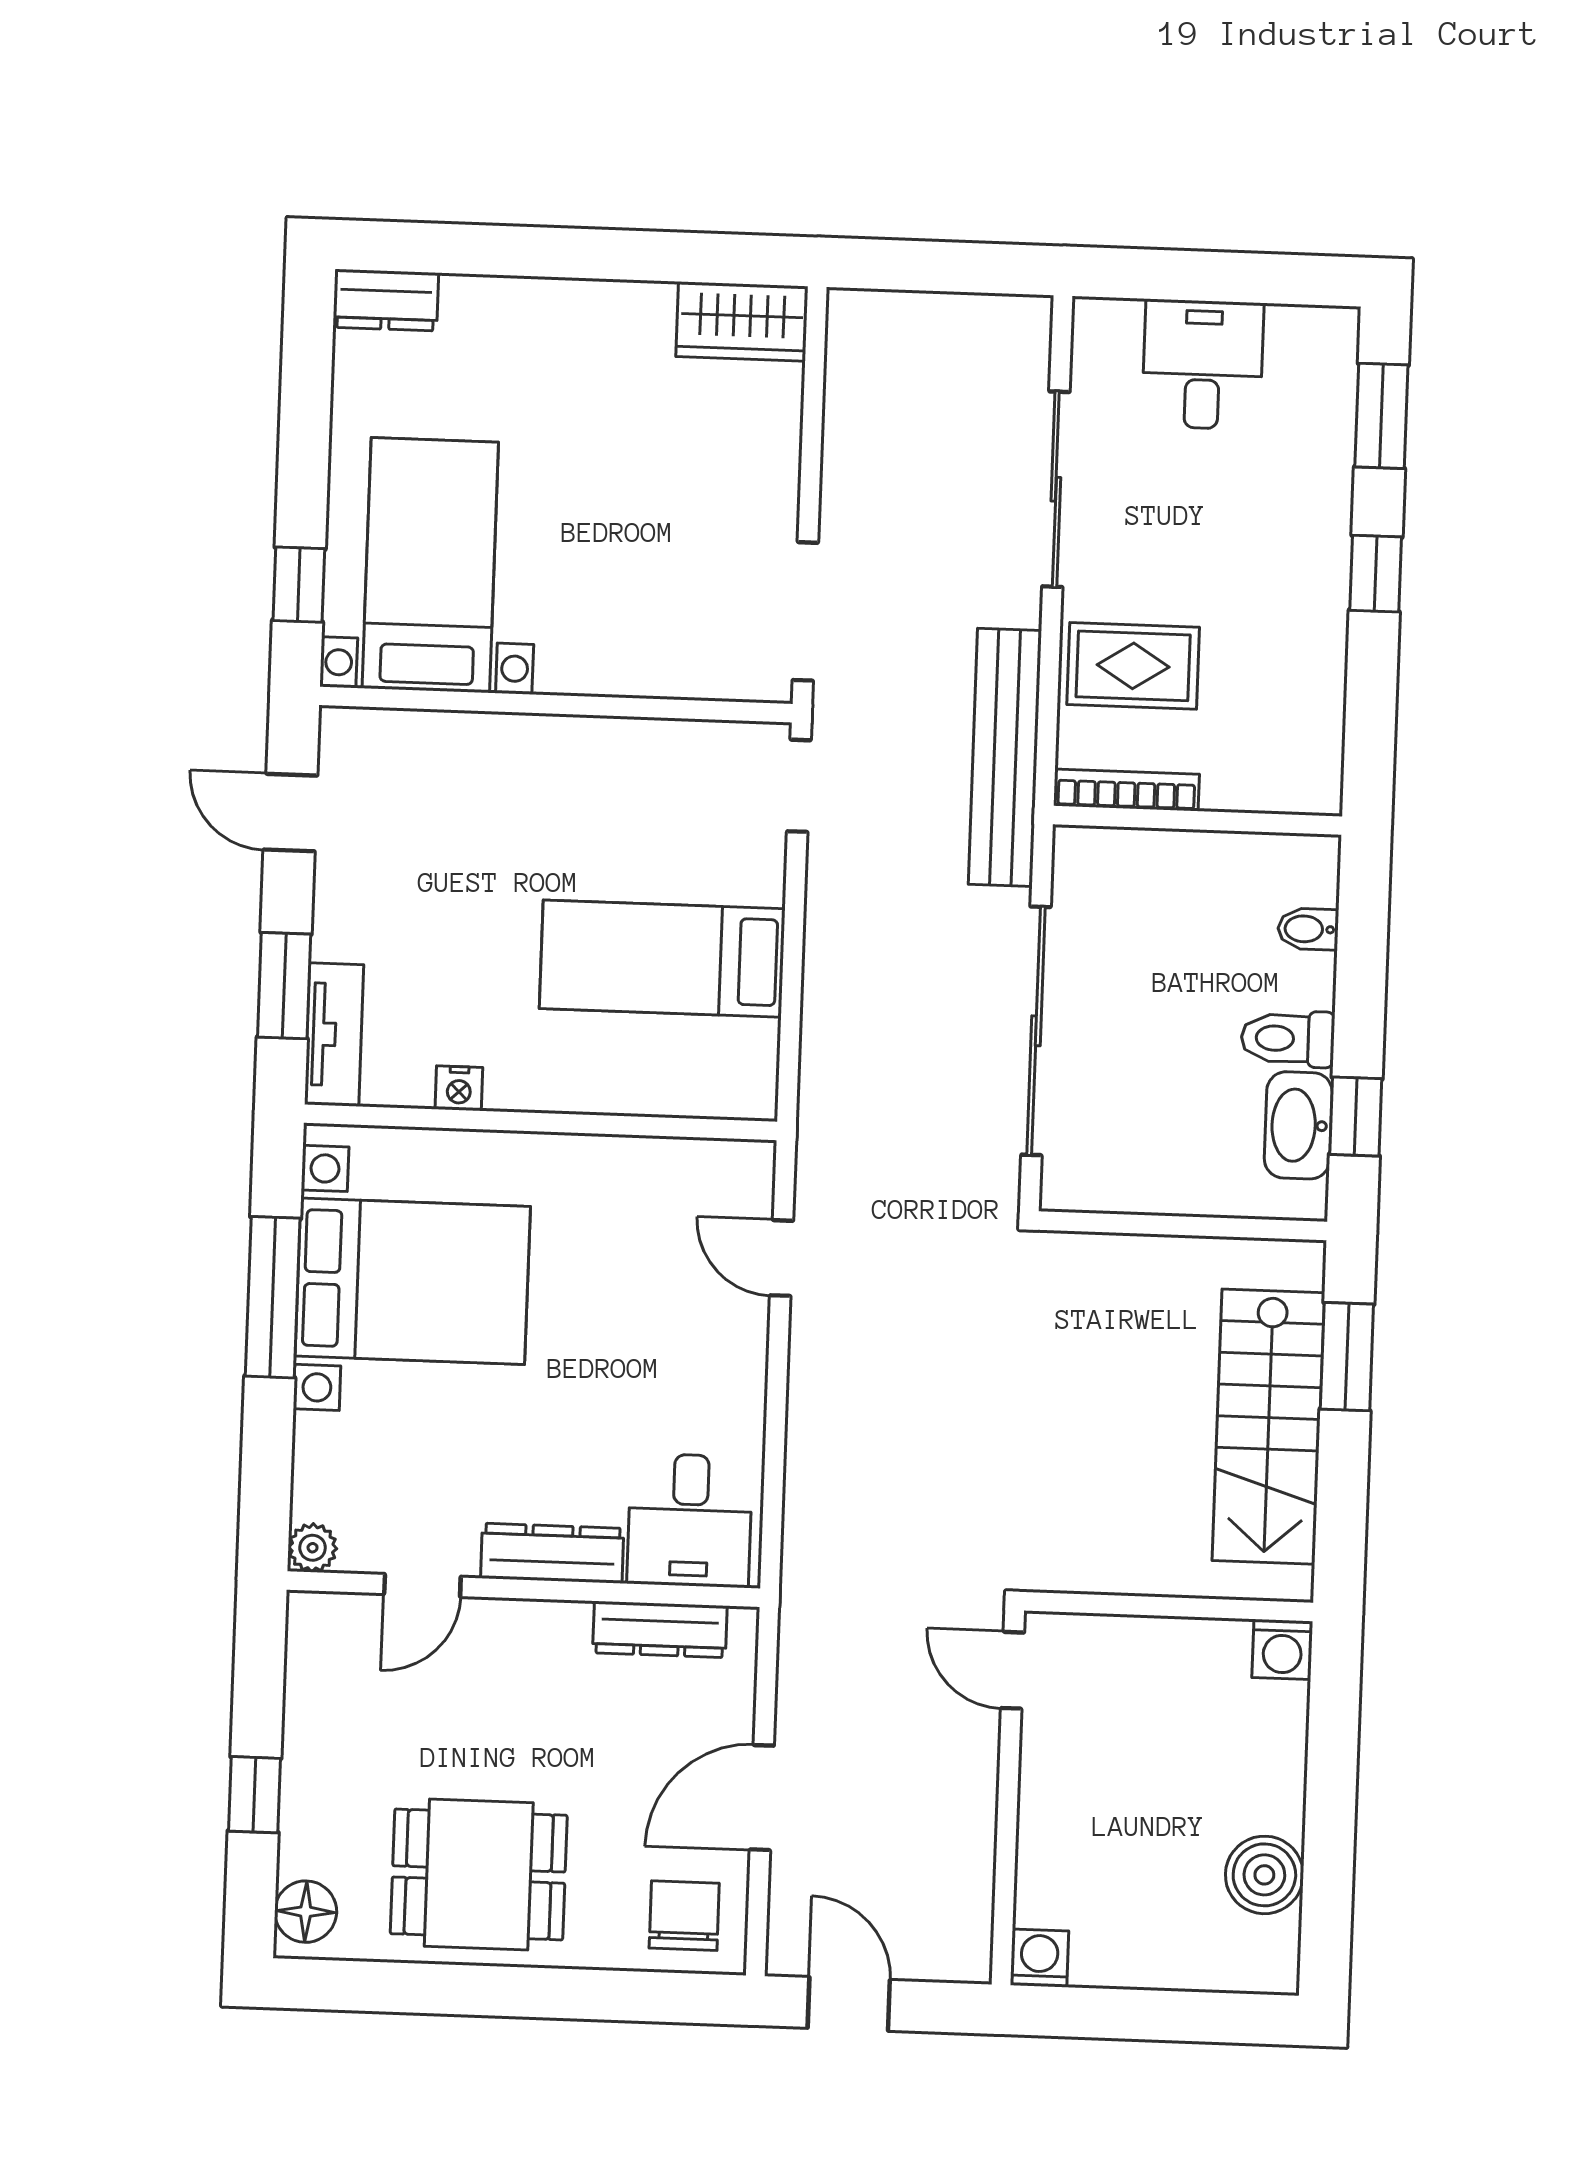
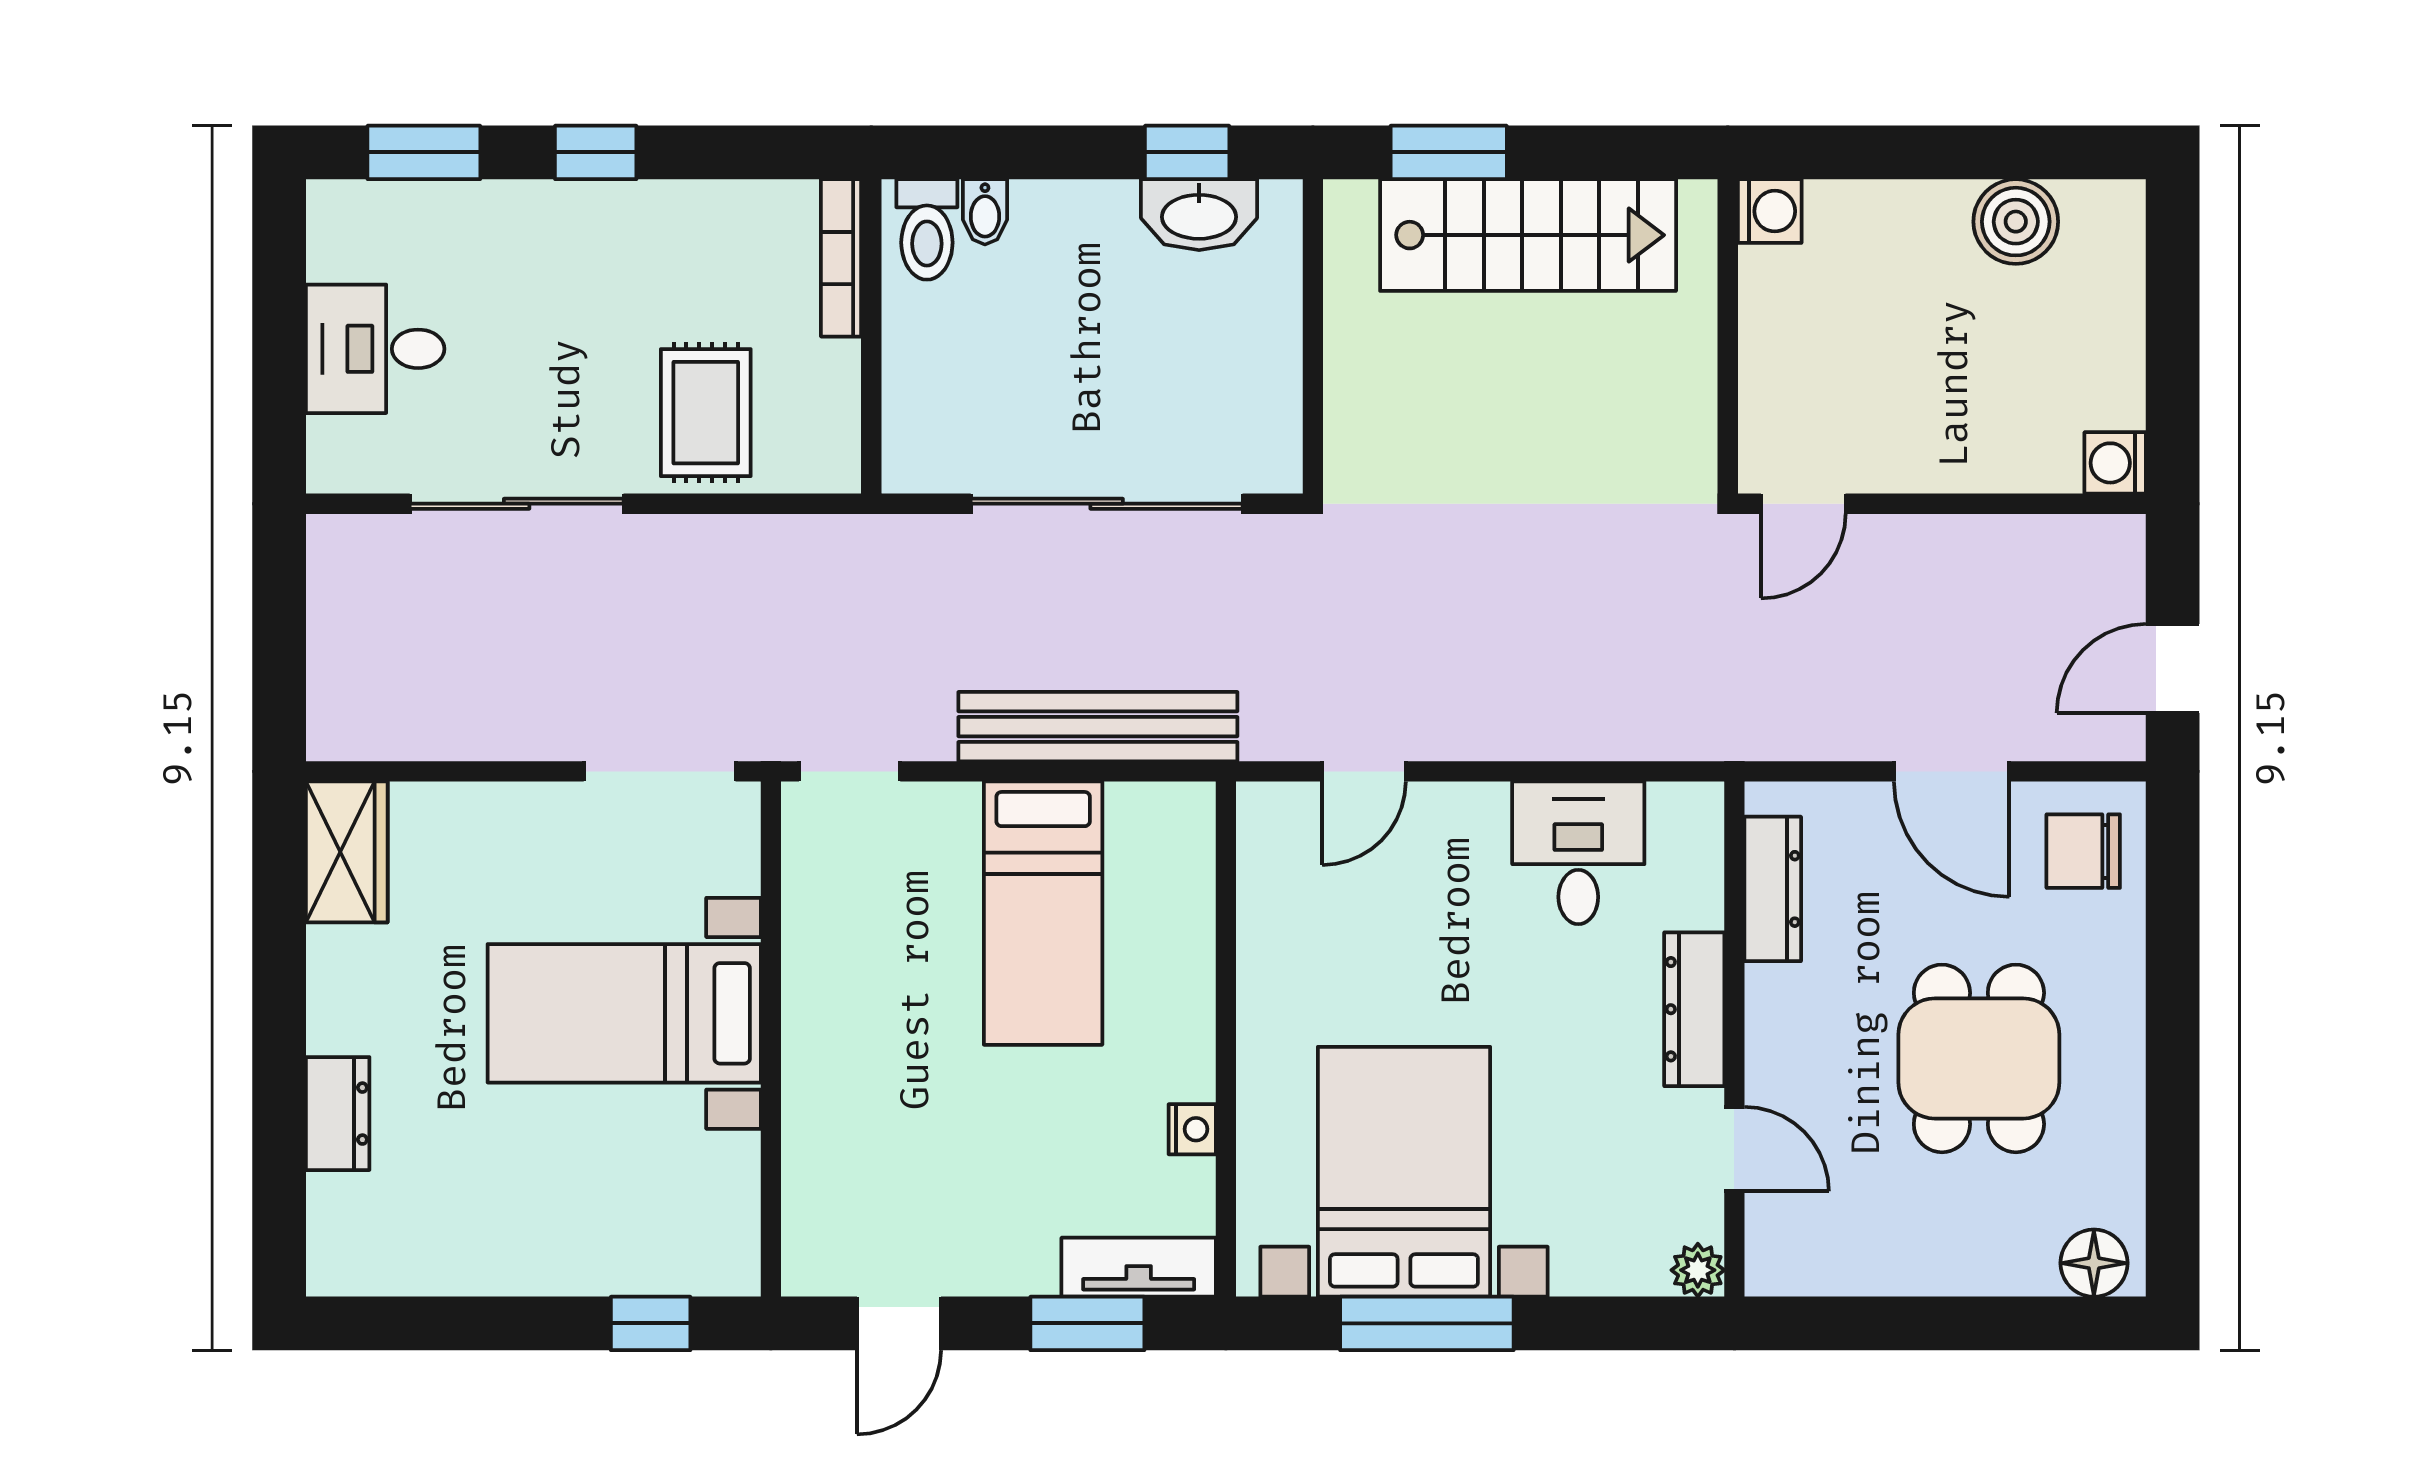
dresser: (386, 300) -> (338, 1114), moved
bed with nightstands: (430, 565) -> (624, 1013), moved
bench: (1005, 757) -> (1098, 727), moved
bookcase: (1126, 790) -> (841, 258), moved
toilet: (1288, 1039) -> (927, 229), moved
desk: (690, 1520) -> (1578, 853), moved, turned -90
window: (254, 1795) -> (1969, 1323), removed
dining table: (479, 1874) -> (1979, 1058), moved

